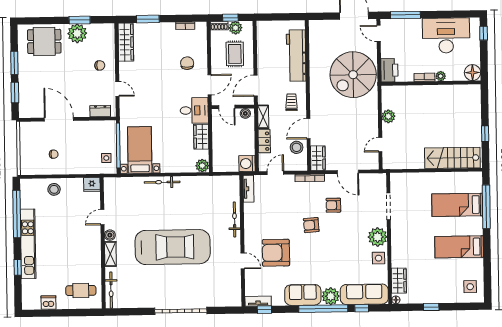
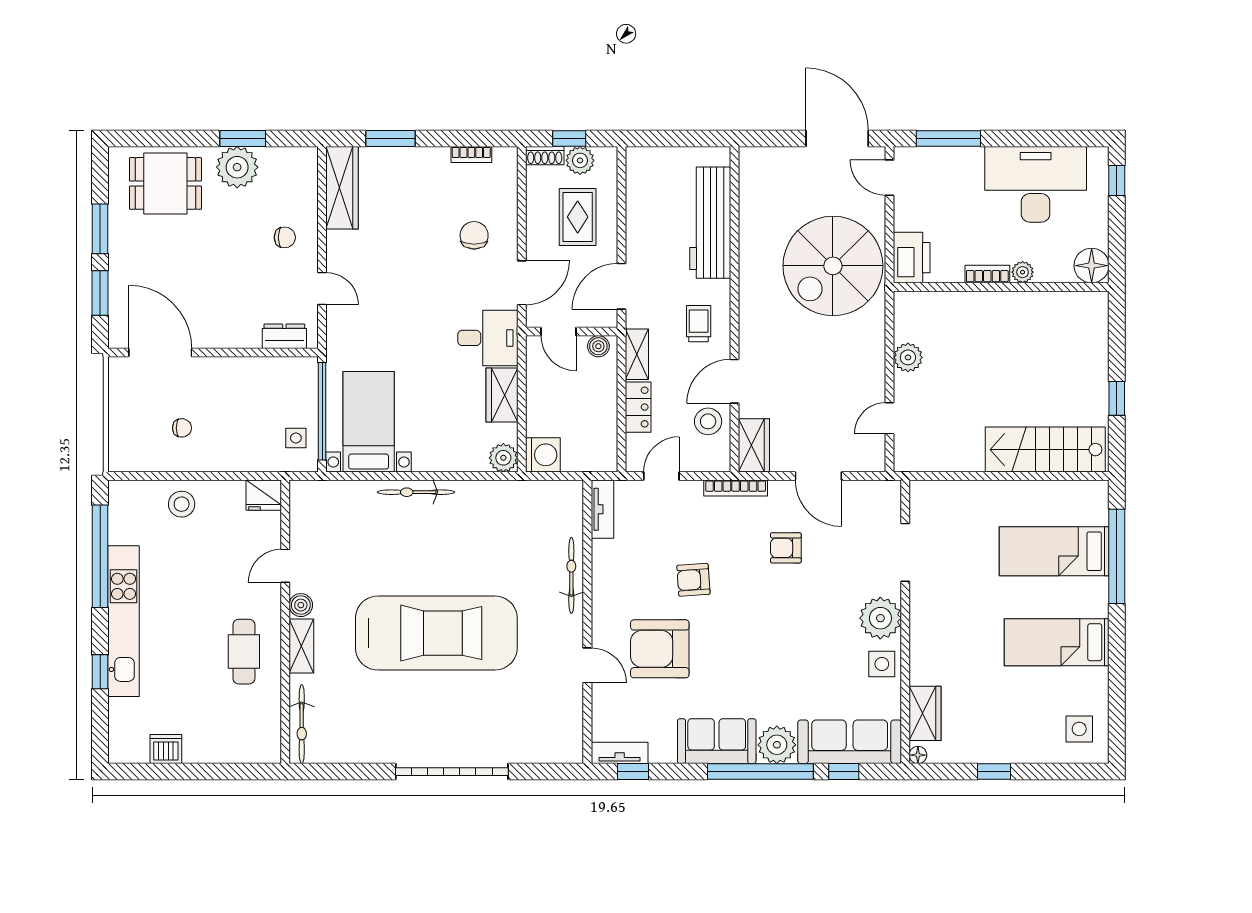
door: (59, 119) -> (160, 353), moved
washing machine: (247, 164) -> (543, 455), moved, turned 180
armchair: (311, 225) -> (693, 580), moved
cafe table: (81, 291) -> (244, 652), moved, turned 90

